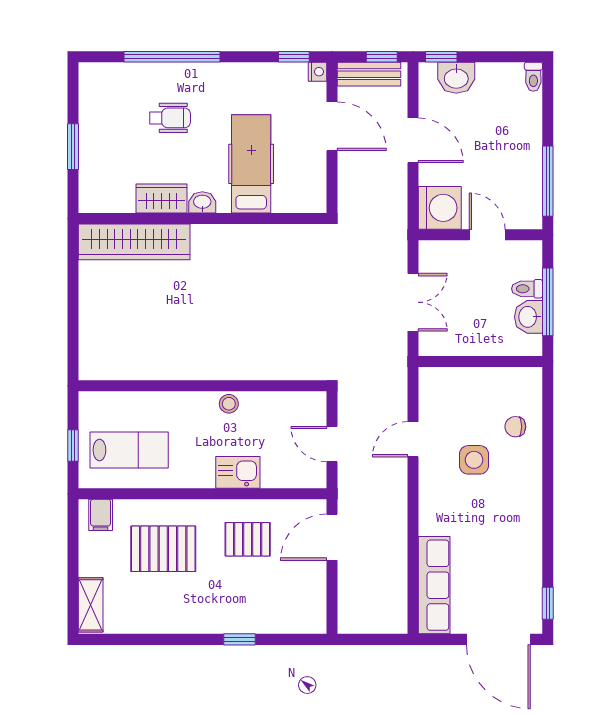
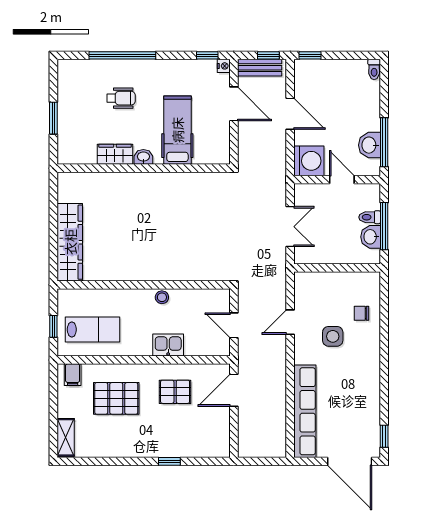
washbasin: (456, 78) -> (370, 145), moved, turned 90
wardrobe: (134, 242) -> (70, 242), moved, turned -90
row of seats: (434, 585) -> (305, 411), width x1.36

